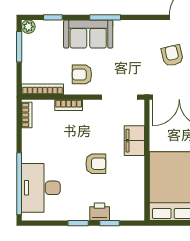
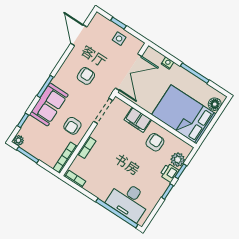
armchair: (172, 56) -> (86, 76), moved, turned 103
armchair: (96, 164) -> (155, 142), moved
plant: (120, 212) -> (178, 160), added

